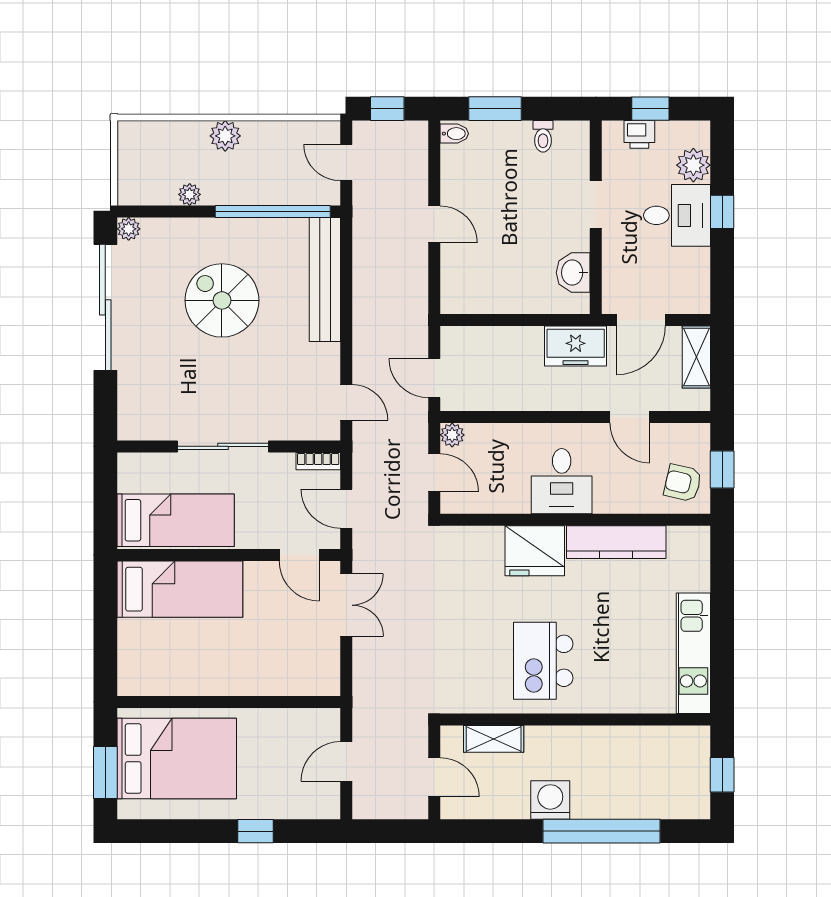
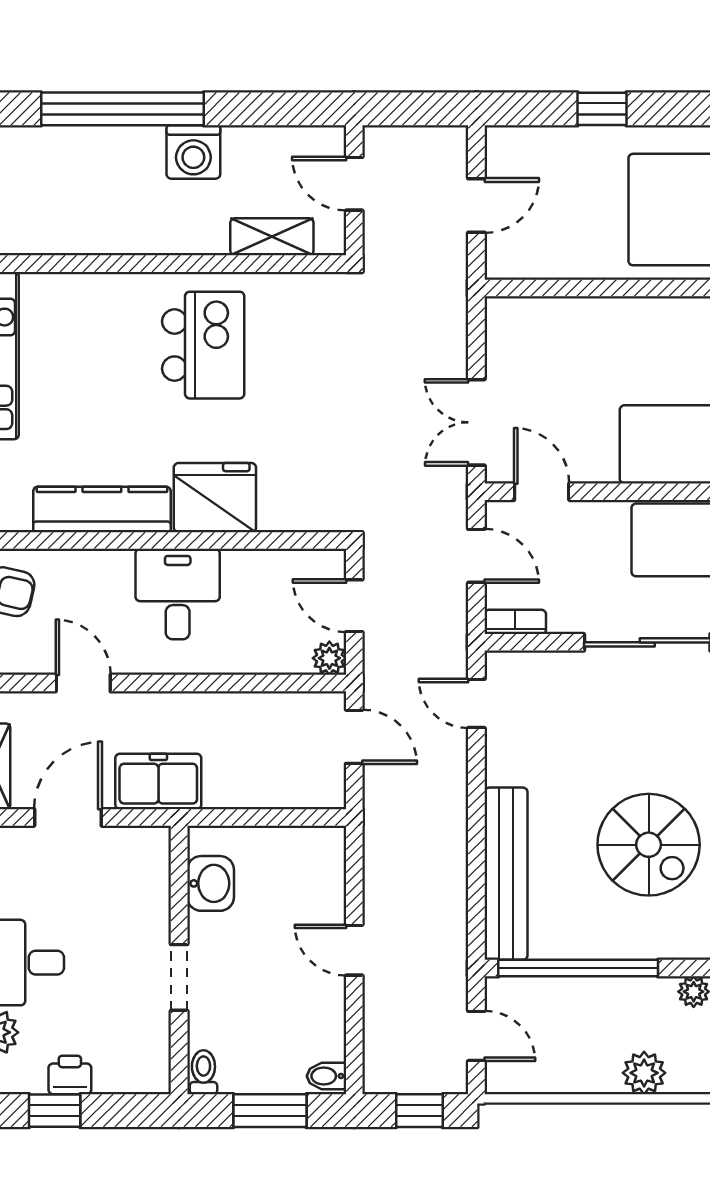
doorway: (596, 205) -> (179, 977), moved
wall: (596, 217) -> (179, 960), moved
washbasin: (573, 273) -> (211, 883), moved

